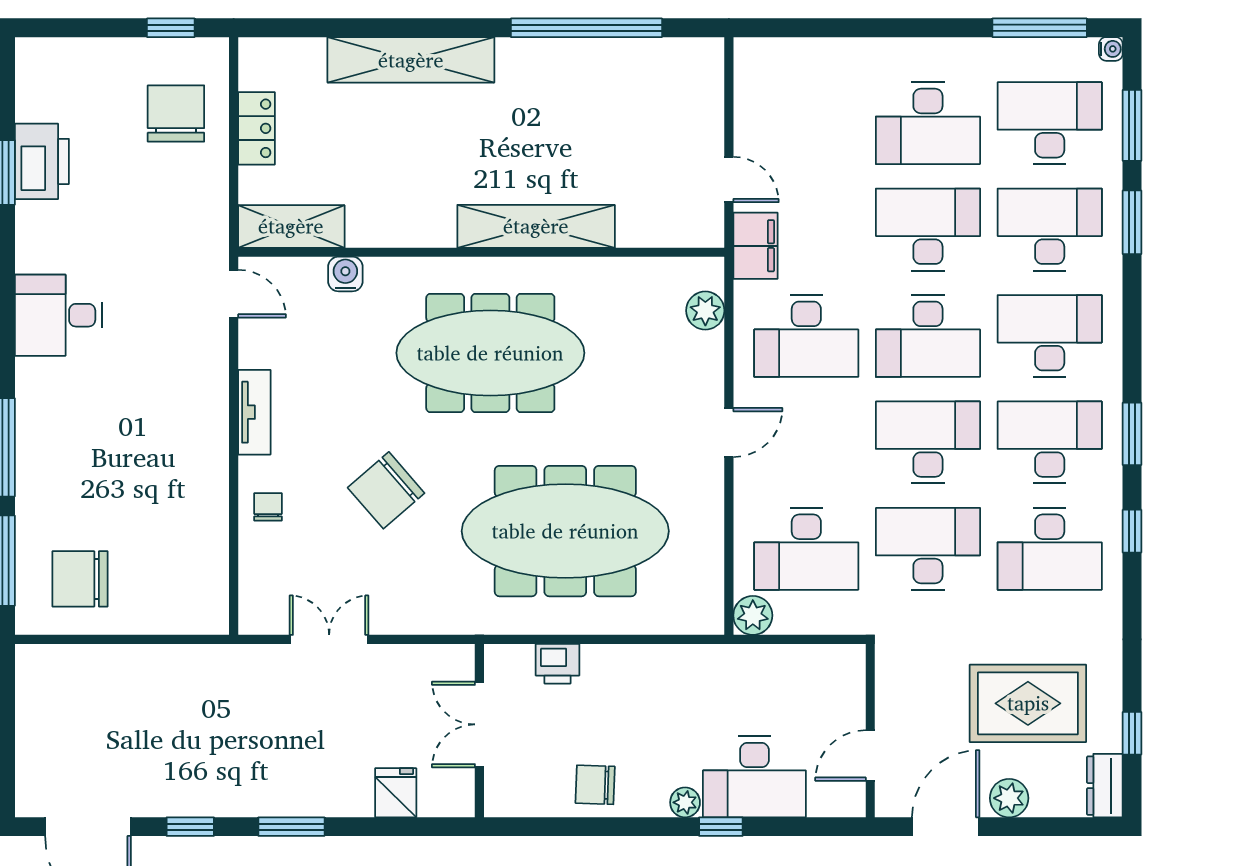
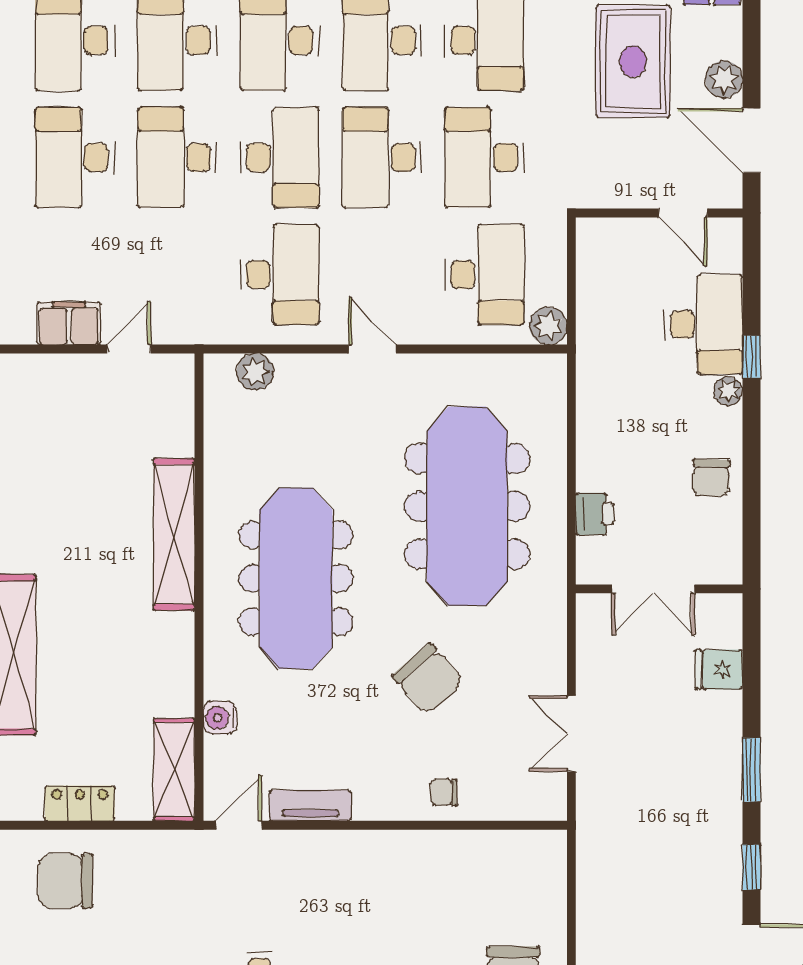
desk: (928, 123) -> (75, 157), turned 180
filing cabinet: (755, 246) -> (69, 323), moved
tv unit: (254, 412) -> (310, 805), moved

